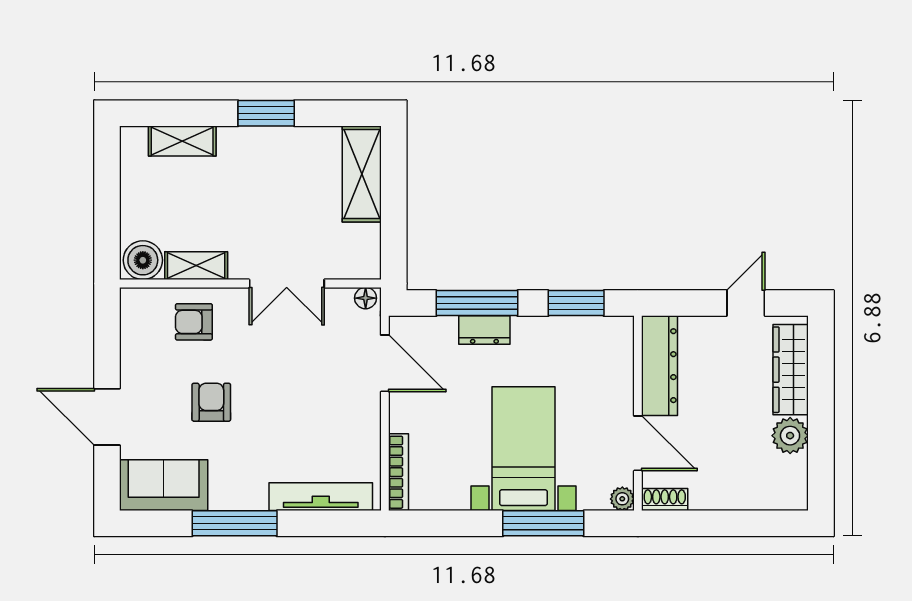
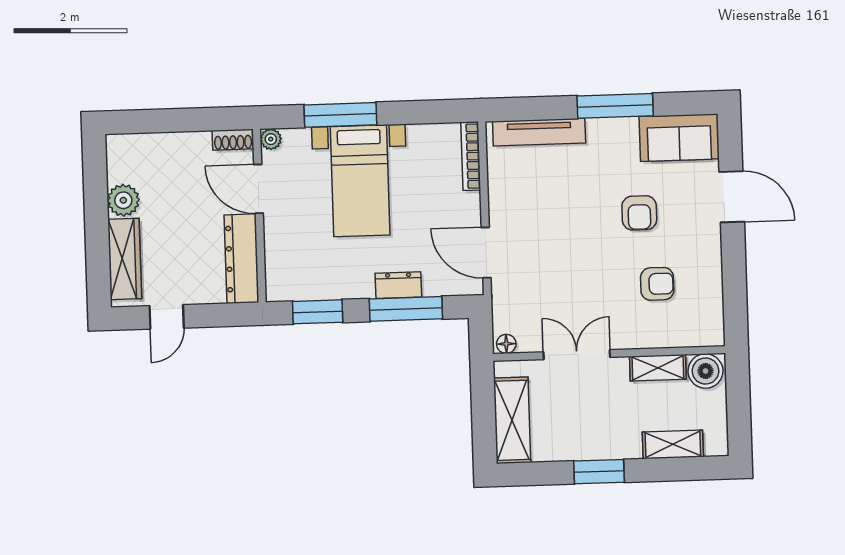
boiler: (143, 260) -> (706, 371), moved
shelving: (196, 266) -> (658, 368), moved
wall: (250, 283) -> (609, 353), moved
double door: (287, 283) -> (577, 355), moved
floor lamp: (366, 298) -> (506, 344), moved

